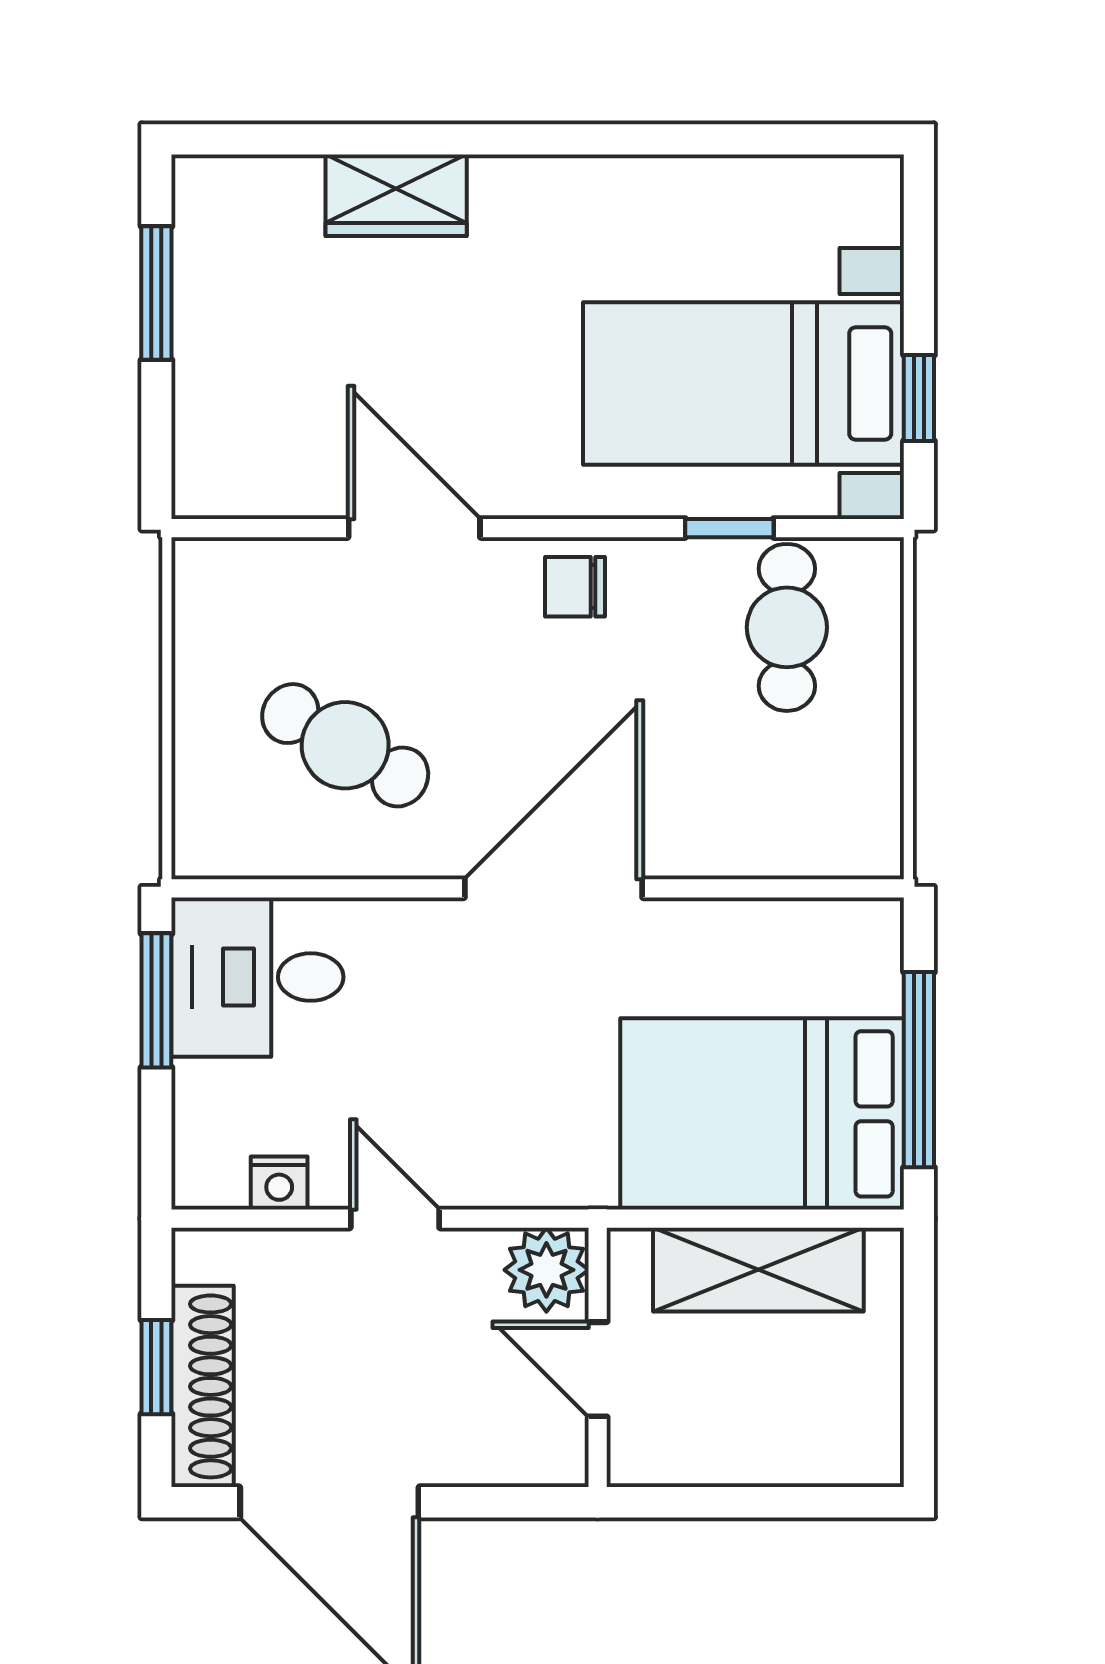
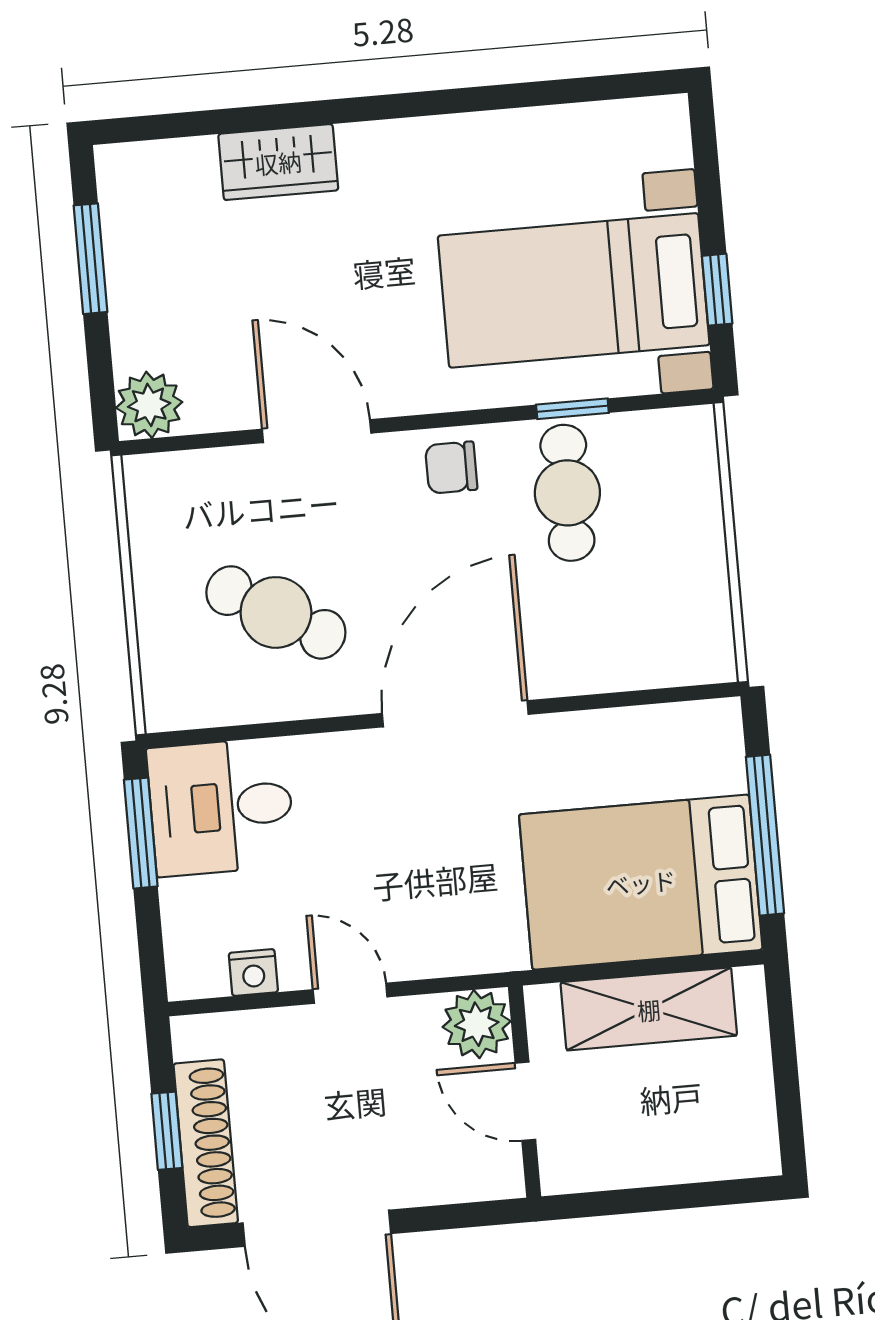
plant: (212, 478) -> (149, 405), added
cafe table: (787, 627) -> (567, 493), moved

